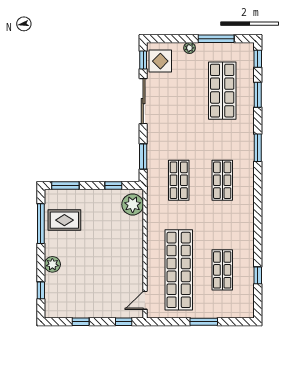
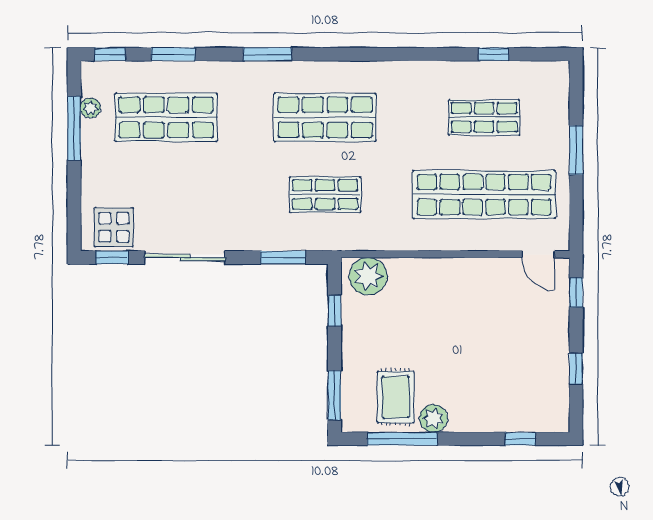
plant: (190, 48) -> (90, 108), moved
shop shelf: (222, 180) -> (325, 117), width x1.43, depth x1.36
plant: (52, 264) -> (433, 418), moved

